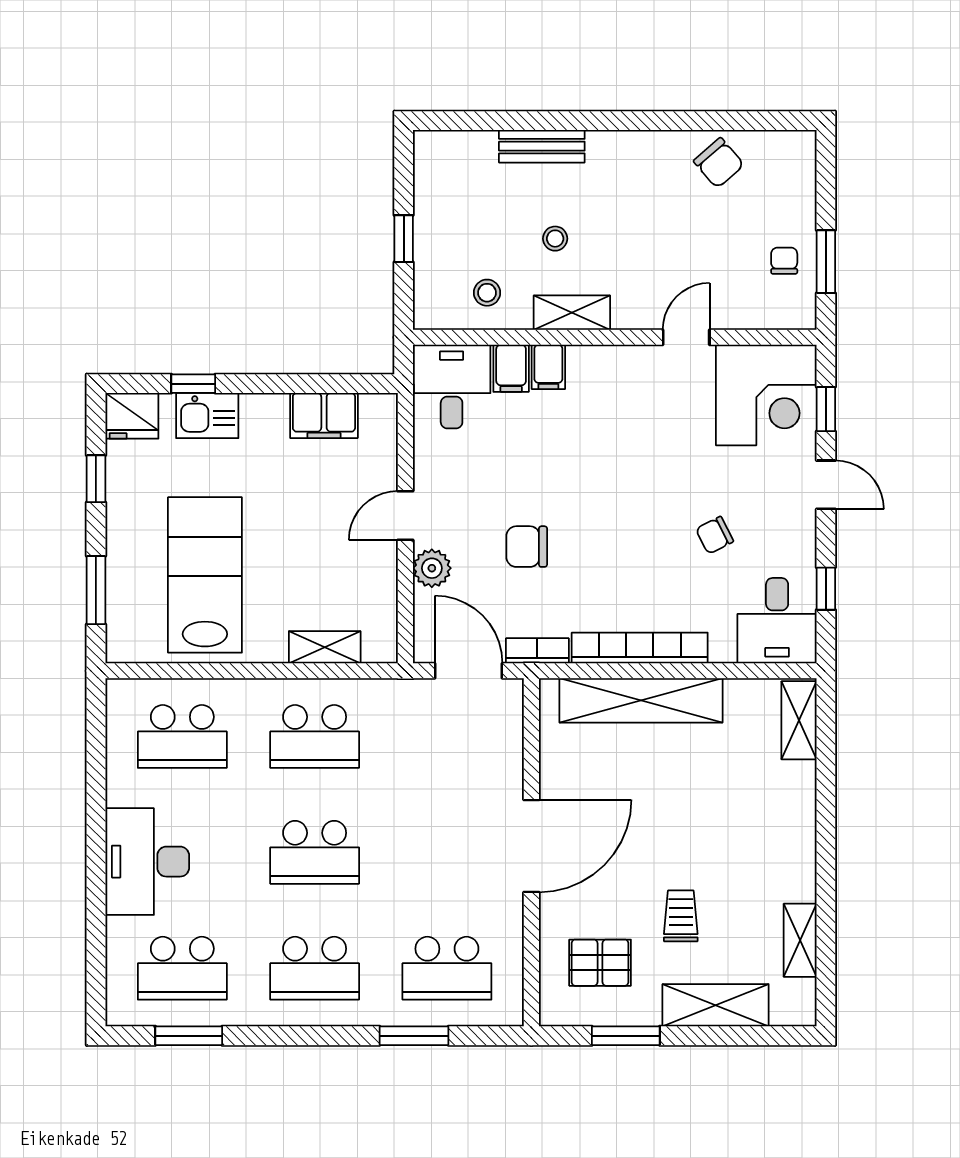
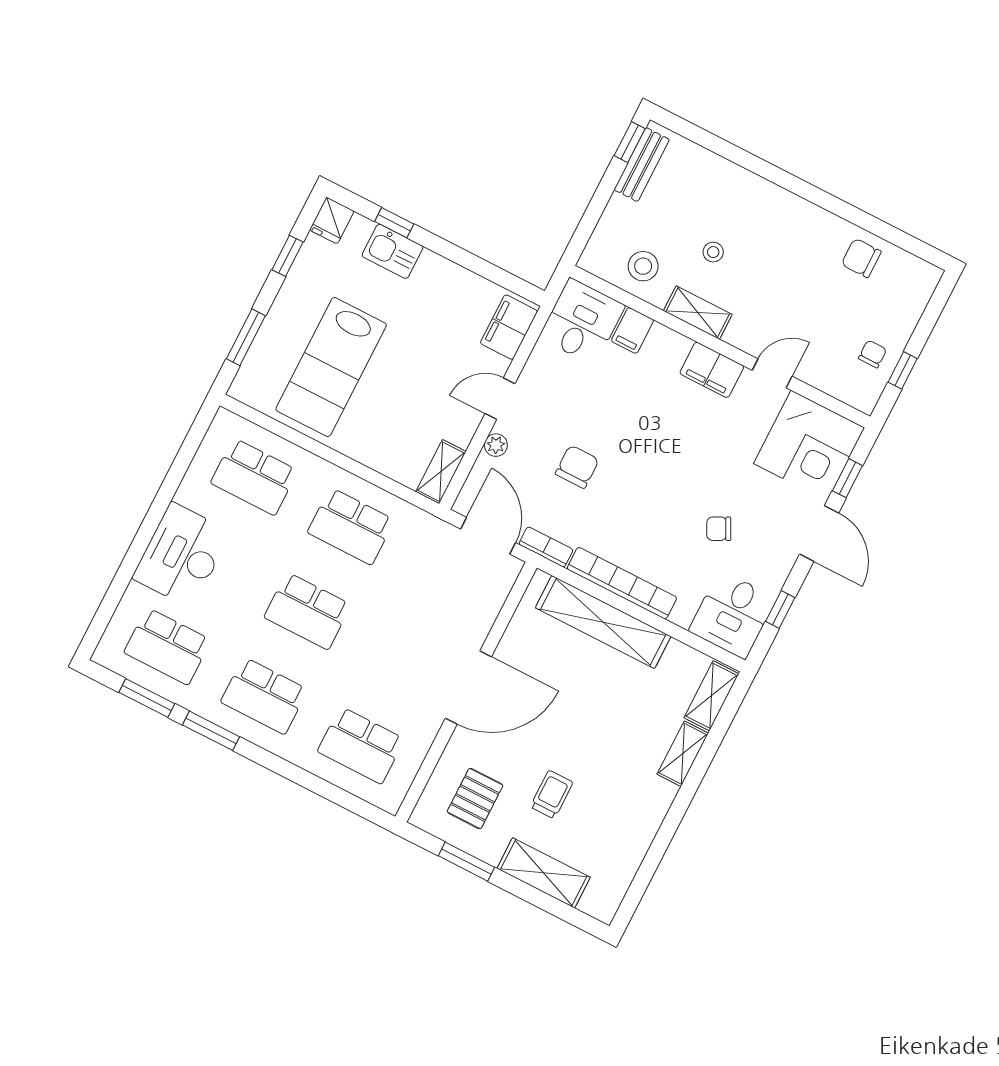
bench: (542, 146) -> (642, 165), moved, turned 90
chair: (719, 163) -> (861, 258), turned 131
window: (404, 239) -> (630, 142), moved
window: (826, 262) -> (903, 370), width x0.67
stool: (487, 293) -> (643, 266), width x1.37, depth x1.37
filing cabinet: (548, 367) -> (712, 370), moved, width x2.00
filing cabinet: (324, 415) -> (509, 327), moved, turned 90
fridge: (132, 416) -> (332, 220), width x0.72
door: (826, 485) -> (819, 533), width x1.38
chair: (527, 547) -> (577, 467), turned 90
plant: (432, 568) -> (496, 445), width x0.73, depth x0.73
lab bench: (205, 575) -> (331, 367), turned 180
shelving: (325, 647) -> (441, 472), moved, turned 90
shelving: (800, 940) -> (683, 754), moved
pallet: (600, 963) -> (475, 799), turned 90
window: (414, 1036) -> (211, 731), moved

